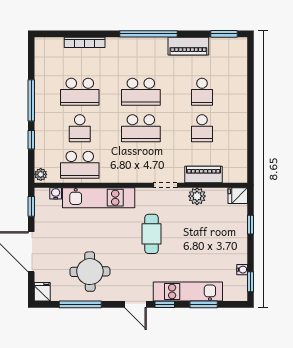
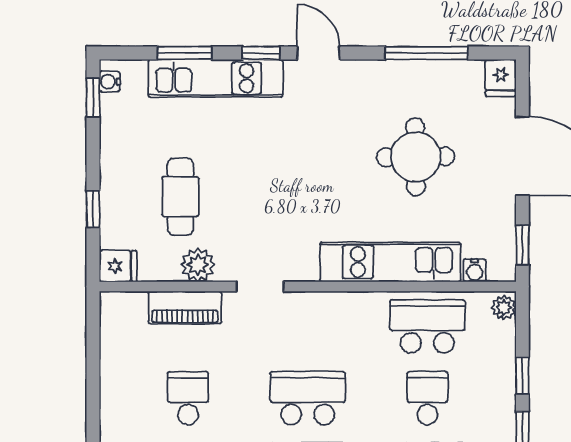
cafe table: (151, 234) -> (180, 197), moved
water cooler: (242, 270) -> (110, 82), moved
round table: (90, 272) -> (416, 157), moved

